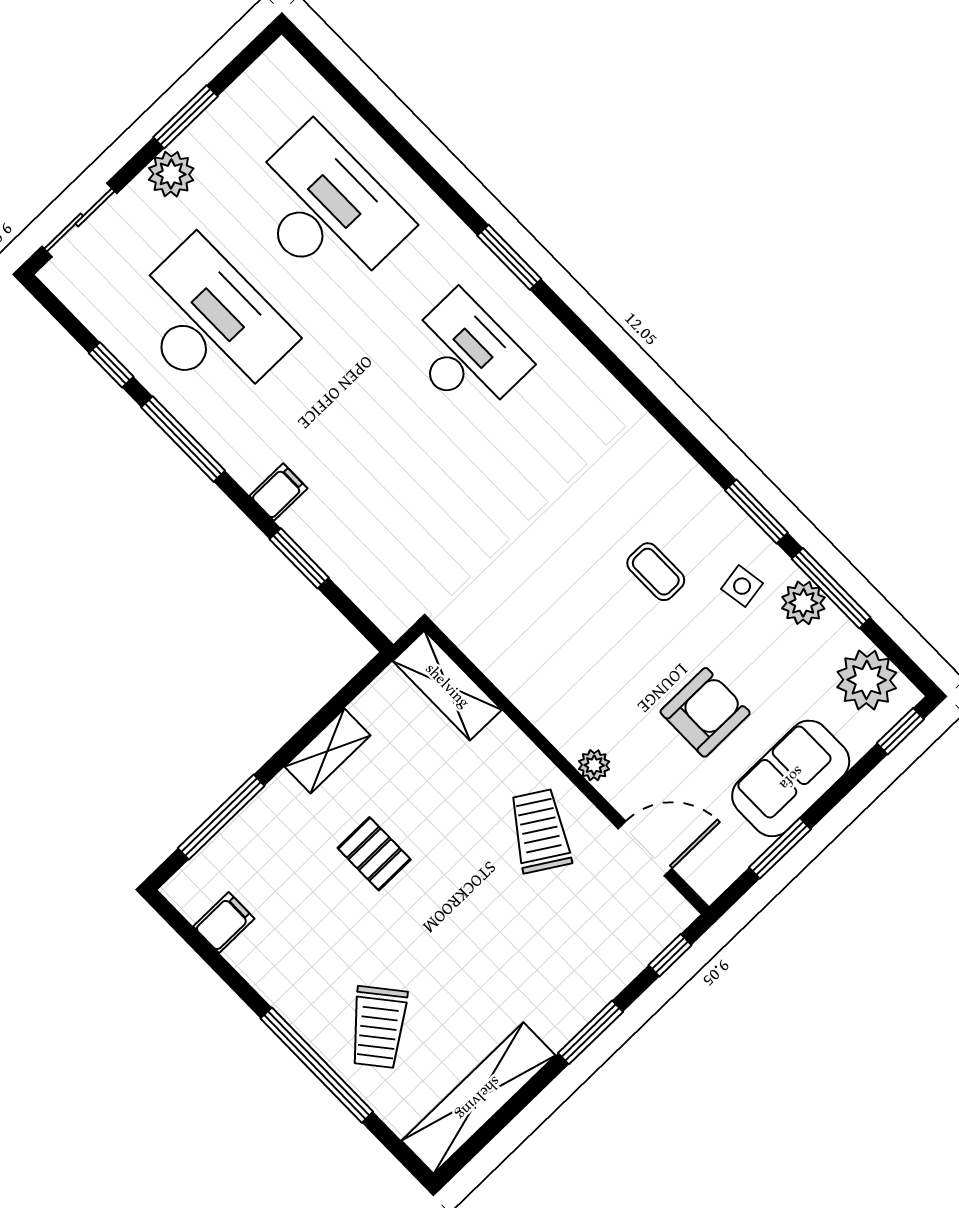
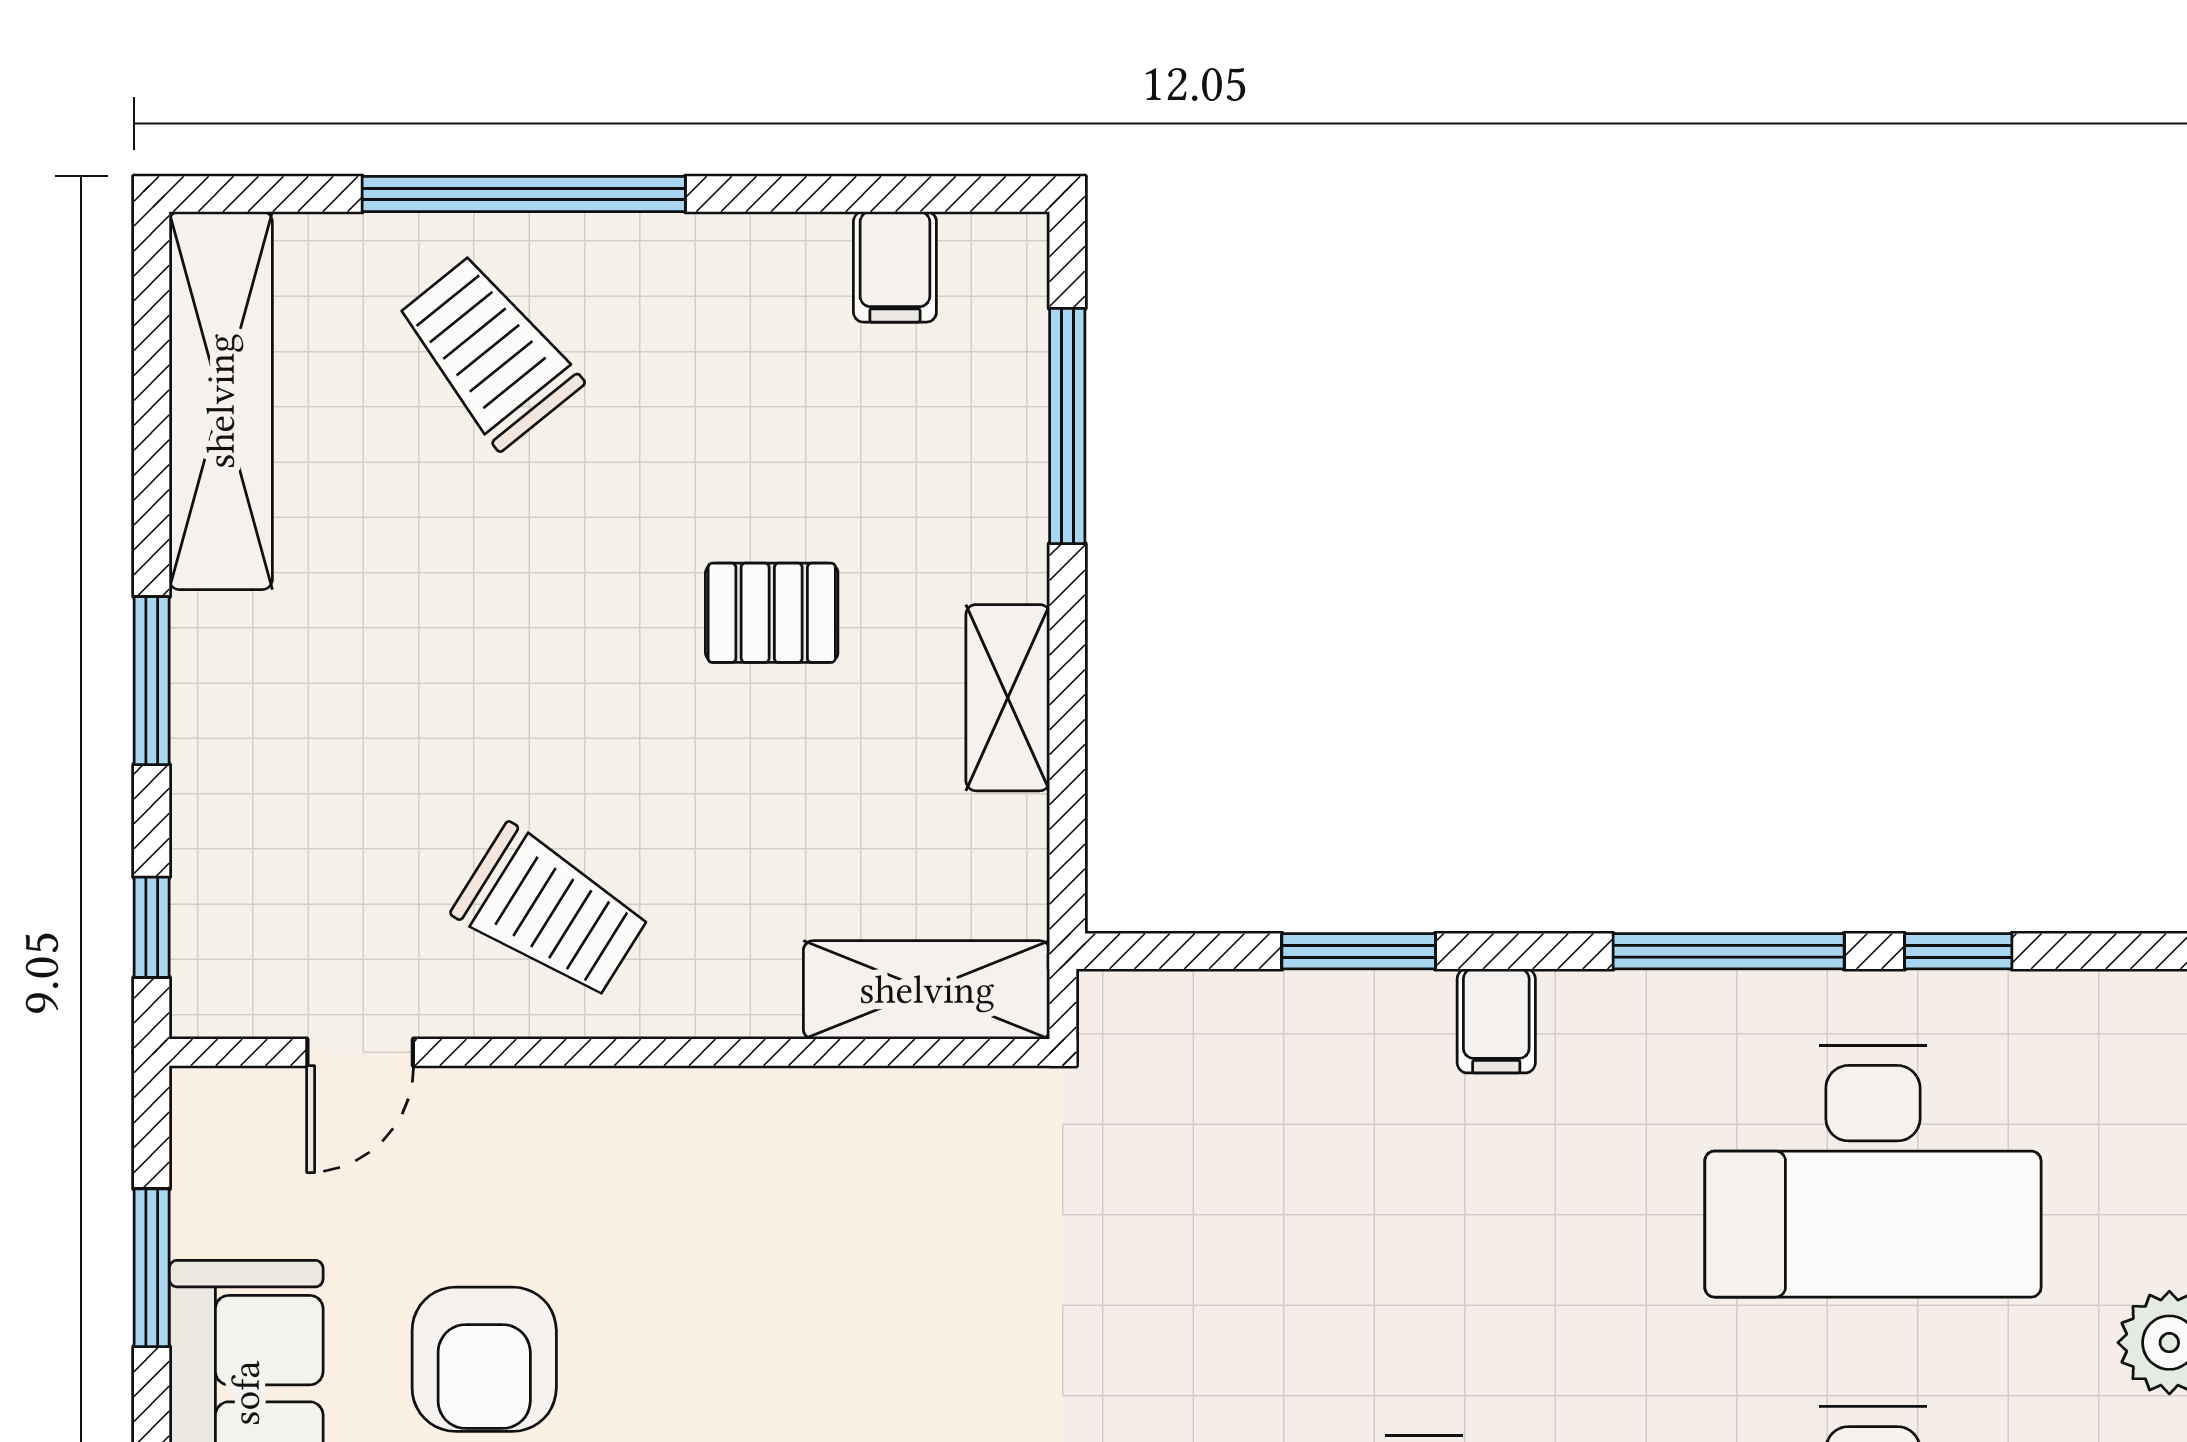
plant: (594, 765) -> (572, 1101), removed
door: (645, 849) -> (360, 1052), width x0.73

